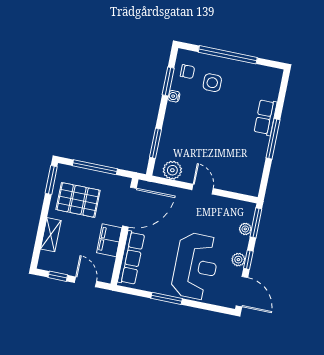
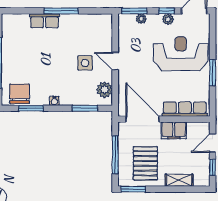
chair: (187, 72) -> (20, 94), width x1.87, depth x1.87
side table: (212, 83) -> (85, 63), moved
water cooler: (174, 96) -> (54, 101), moved
door: (203, 189) -> (115, 61), hinge flipped

